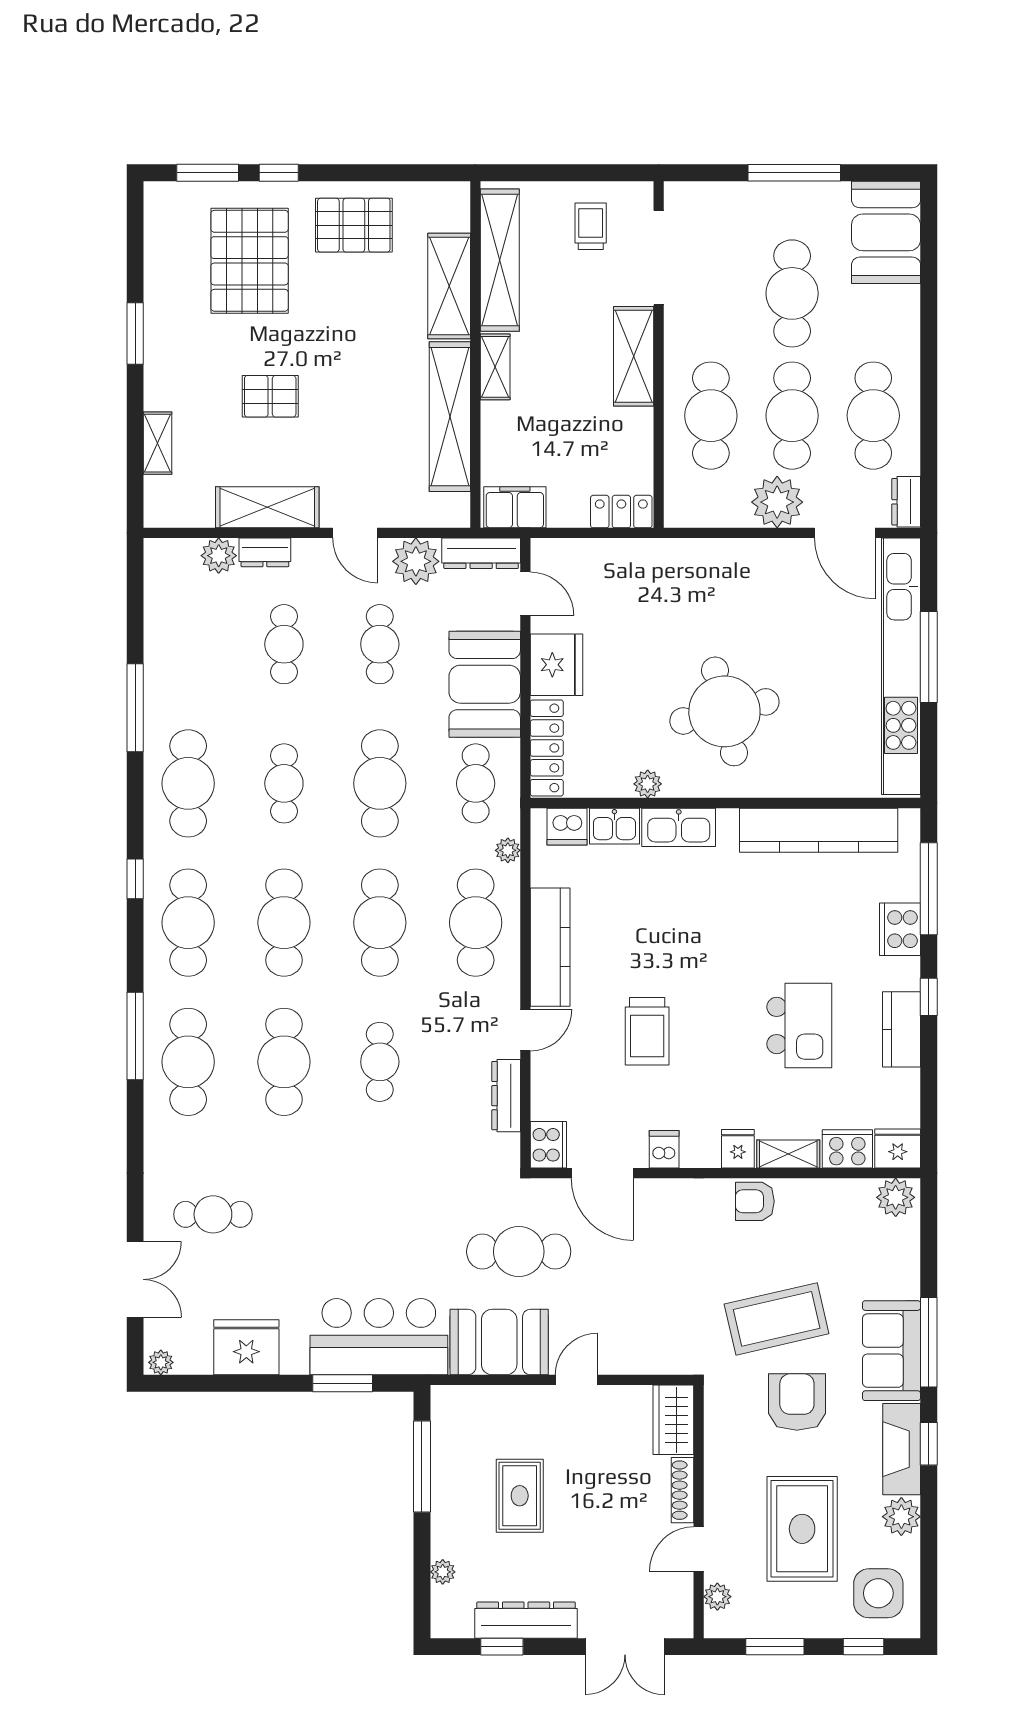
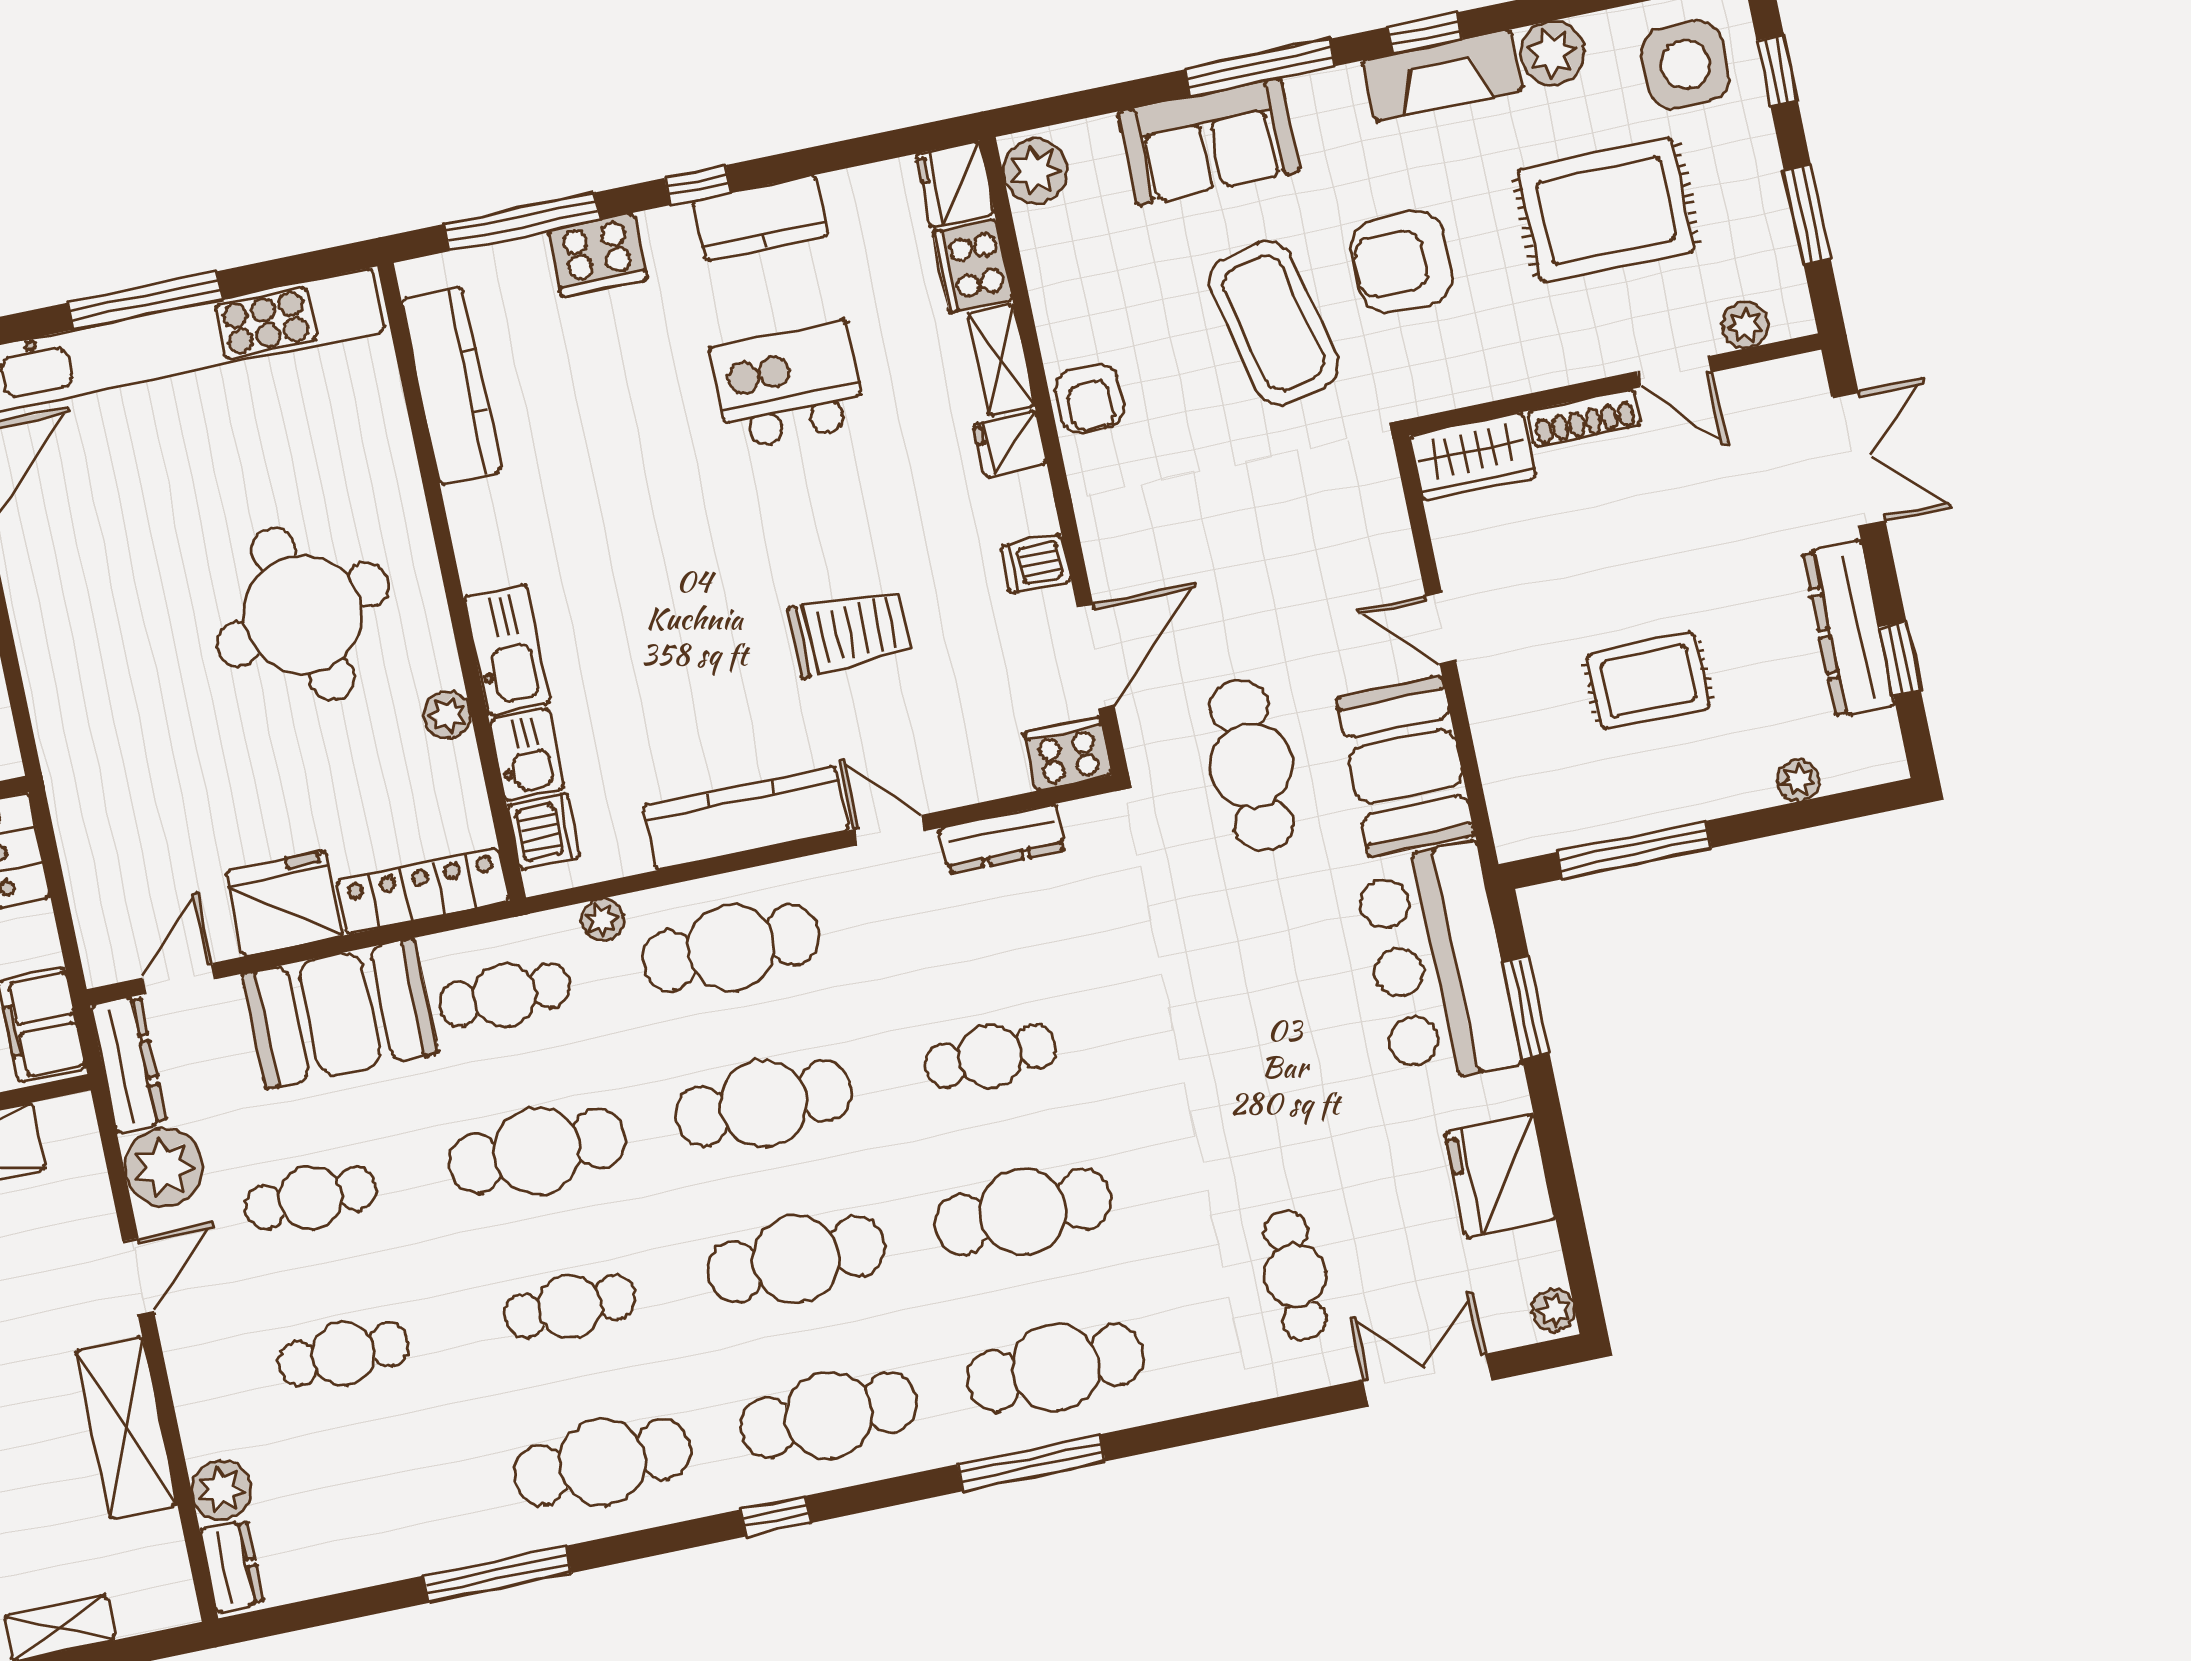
dresser: (265, 552) -> (232, 1566), moved
kitchen counter: (819, 830) -> (451, 386), width x0.72, depth x0.86
sofa: (891, 1351) -> (1209, 142), moved

